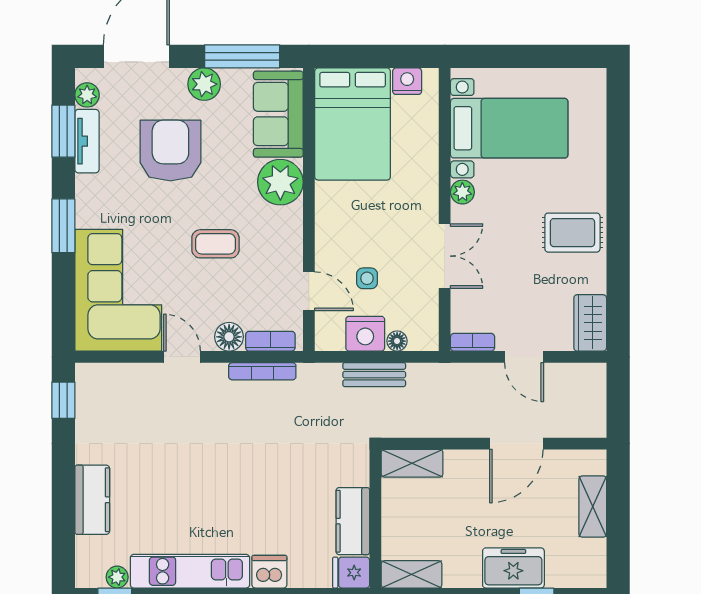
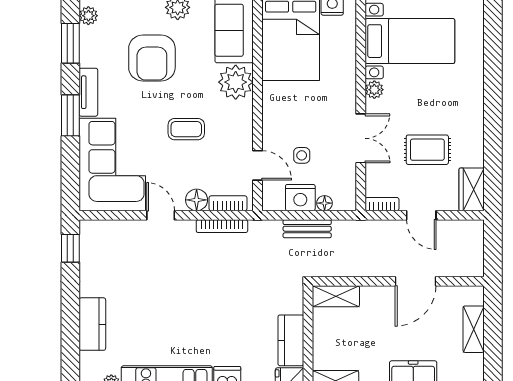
tv unit: (87, 141) -> (88, 92), moved
armchair: (170, 151) -> (152, 58), turned 180
rug: (572, 233) -> (427, 150), moved

